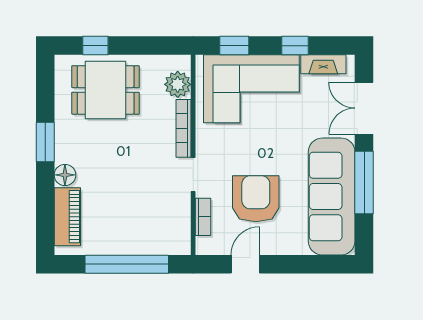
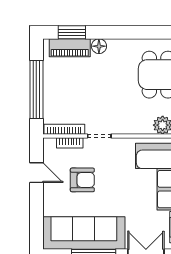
bookcase: (184, 128) -> (64, 129), moved
window: (45, 142) -> (72, 32), moved
armchair: (256, 199) -> (82, 180), width x0.73, depth x0.73

